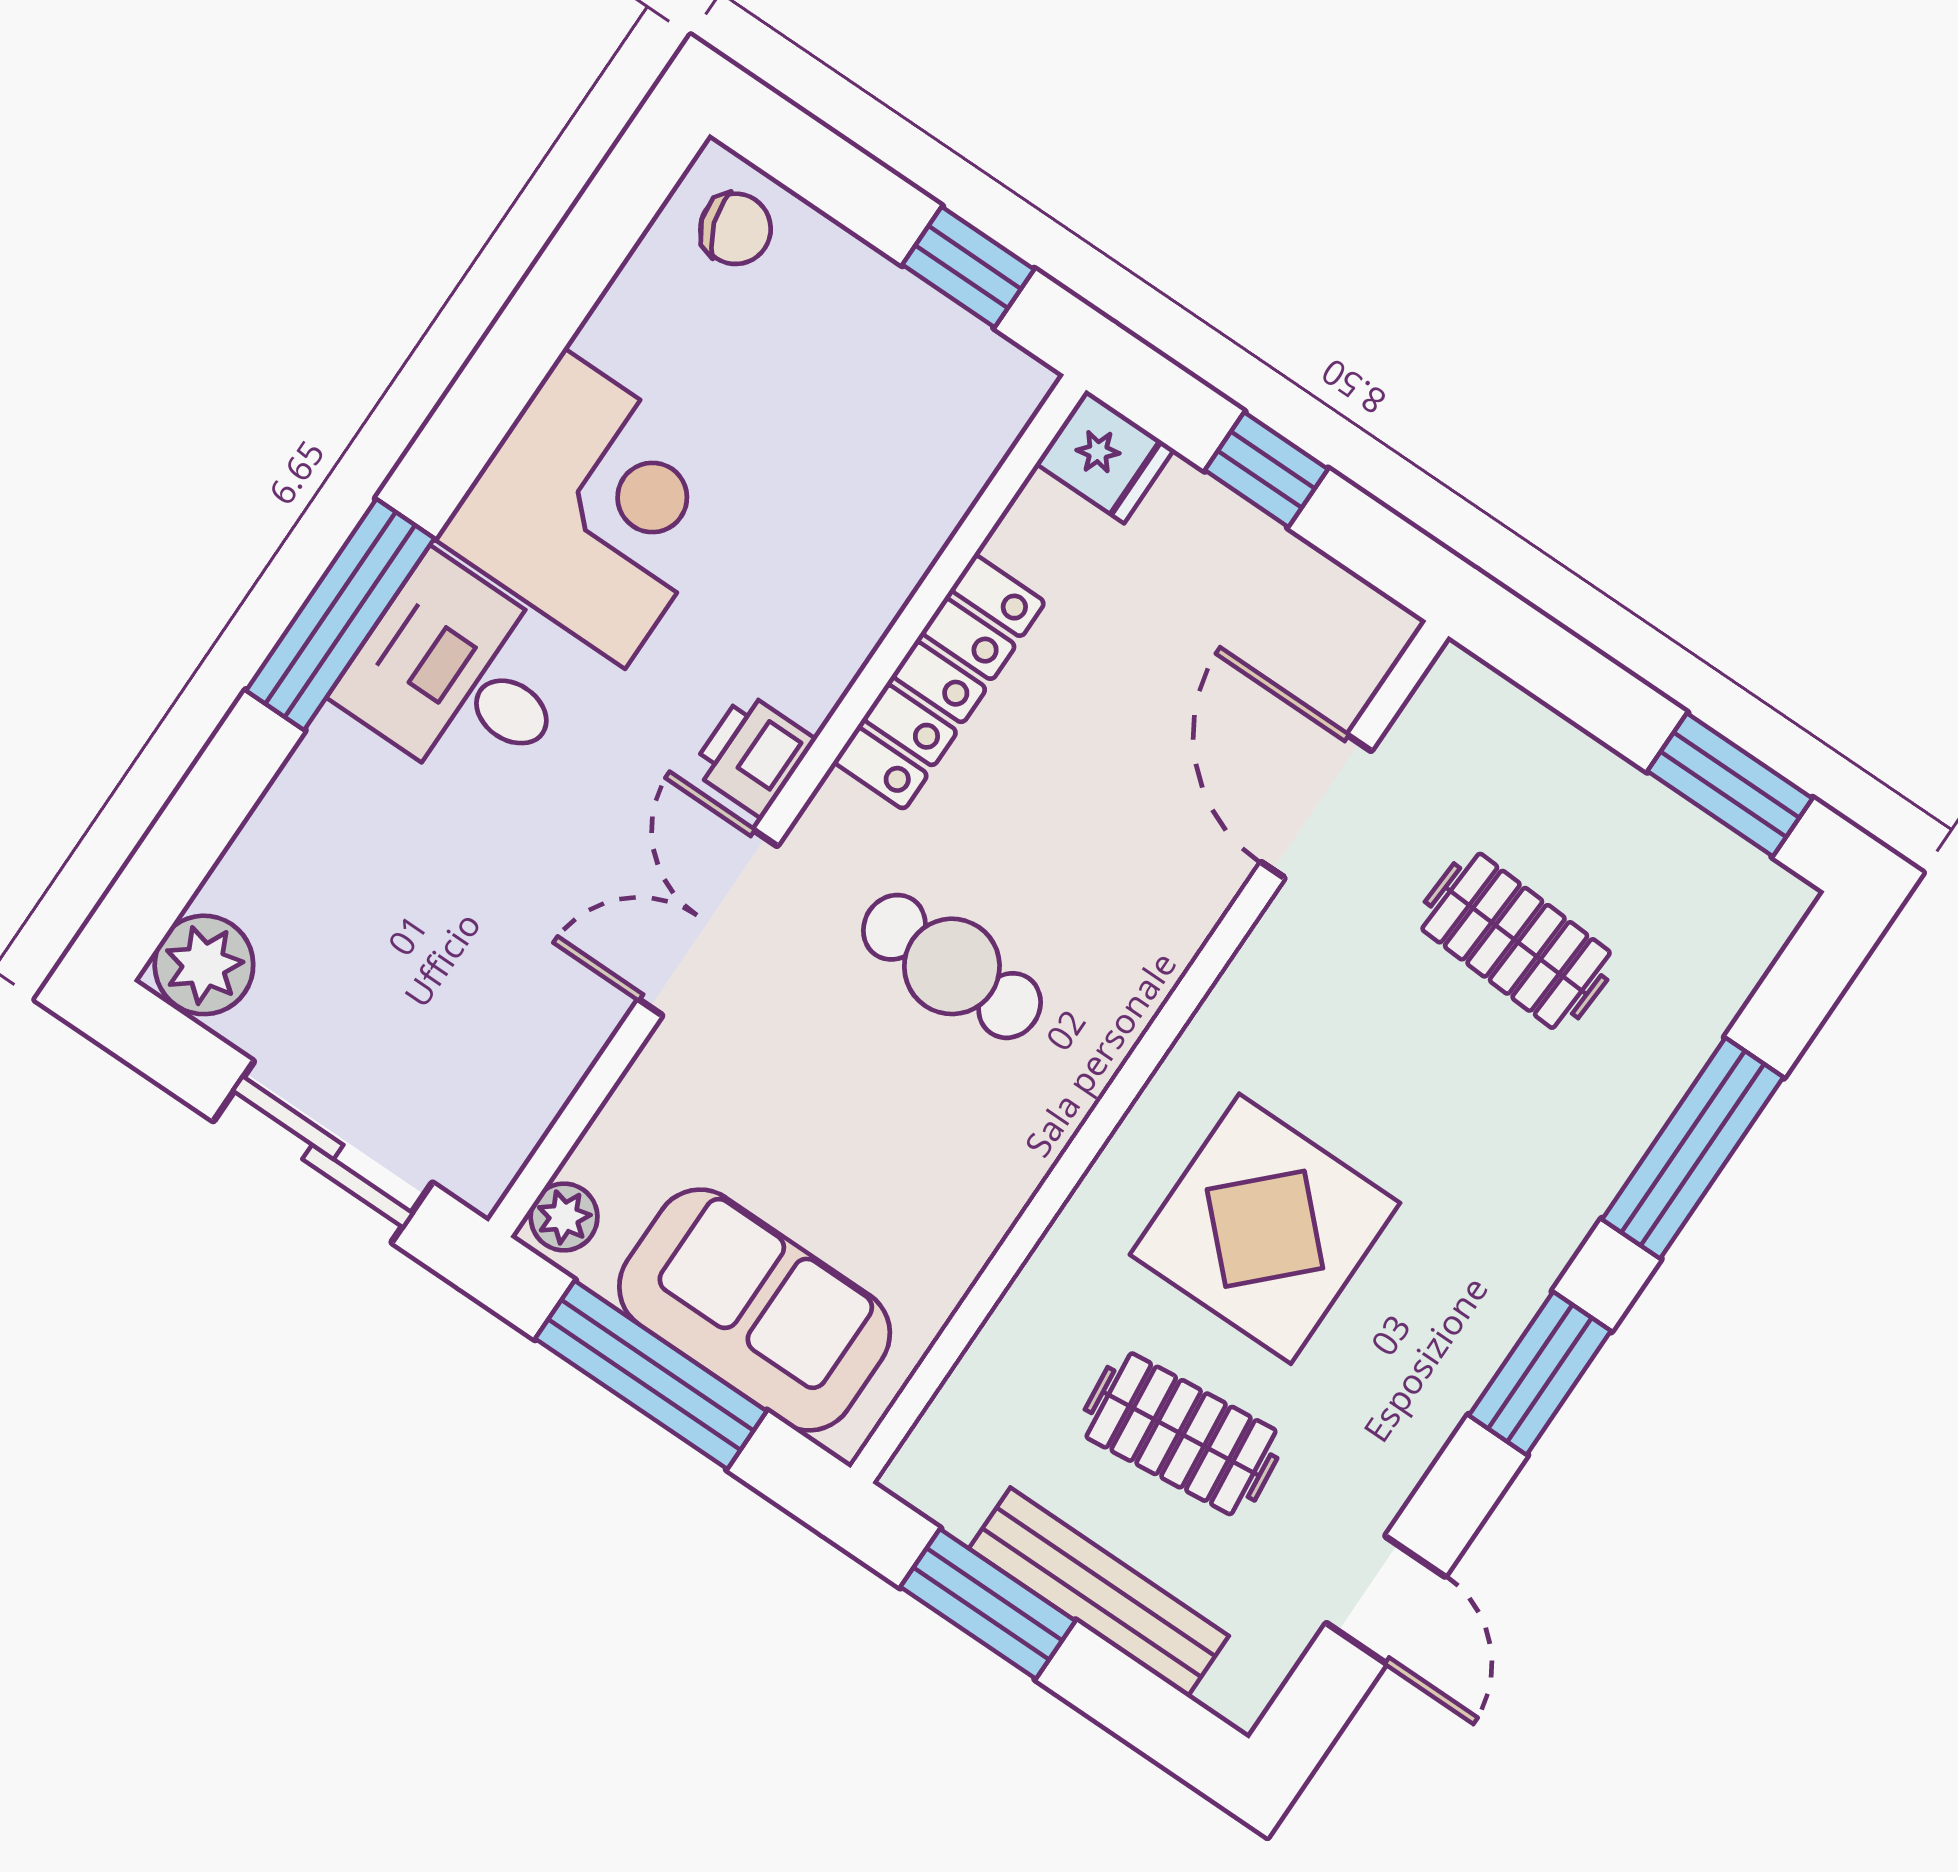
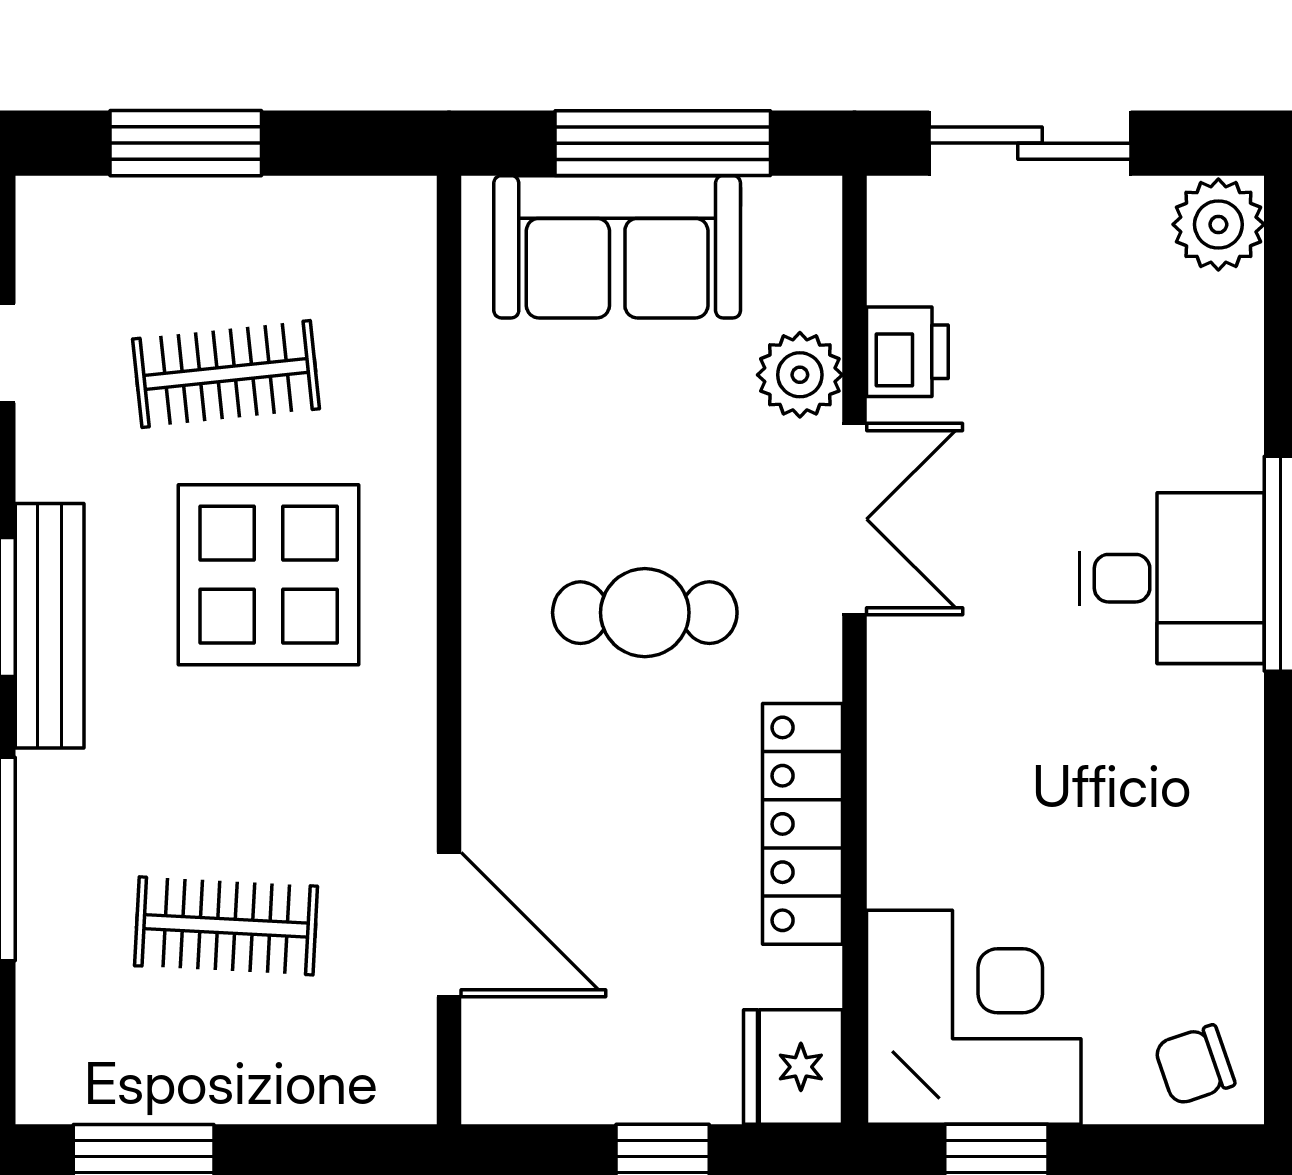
fridge: (1105, 456) -> (793, 1067), width x1.38
corner desk: (594, 508) -> (974, 1017), moved, turned 180
printer: (753, 755) -> (907, 352), moved
plant: (564, 1217) -> (800, 375), moved, width x1.38, depth x1.38
bench: (1099, 1592) -> (50, 626), moved, turned 90
window: (988, 1604) -> (186, 143), moved

